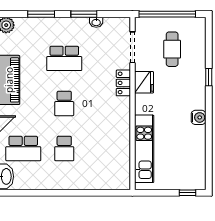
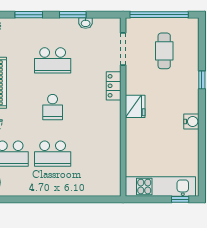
fridge: (144, 82) -> (135, 106), moved
school desk: (64, 148) -> (53, 154), width x1.85
kitchen unit: (144, 149) -> (160, 187), moved, turned -90

